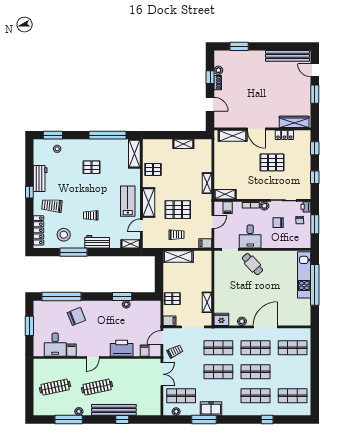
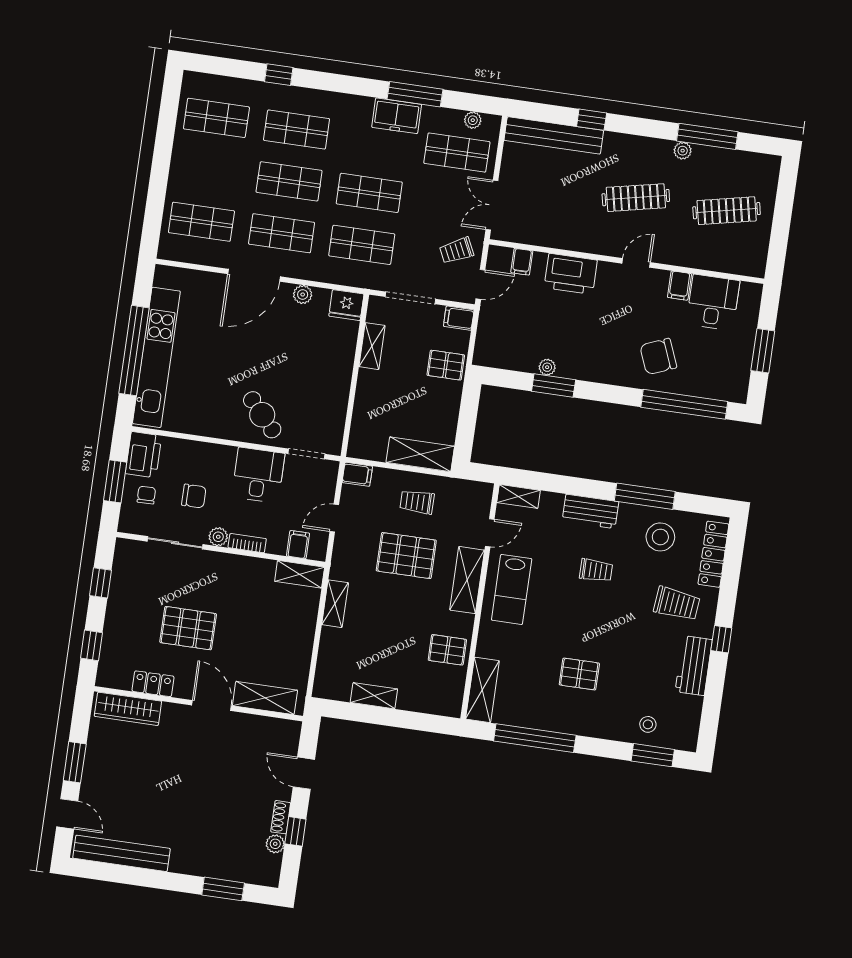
printer: (306, 207) -> (144, 455), moved, width x1.87, depth x1.48
kitchen unit: (304, 275) -> (156, 357), width x1.36
bench: (114, 410) -> (554, 135), moved

